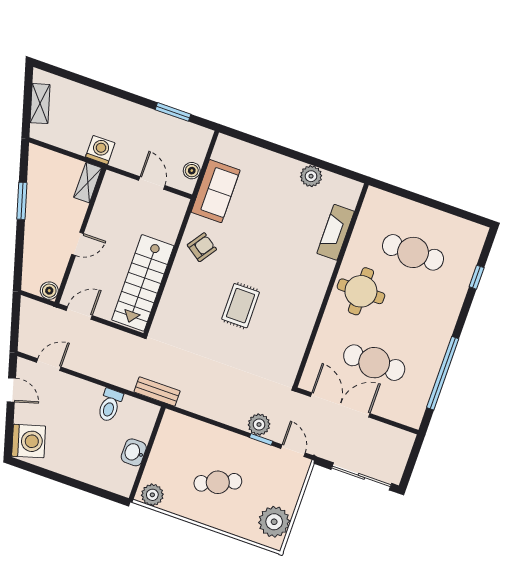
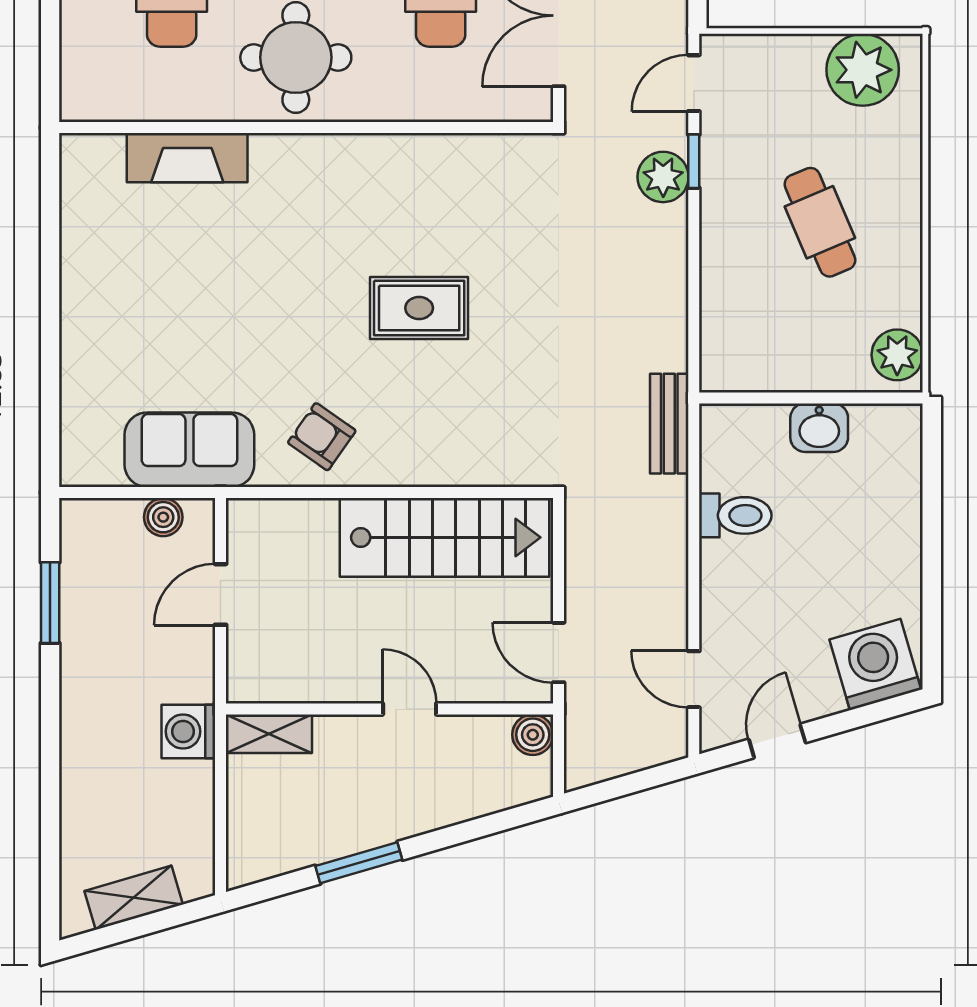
plant: (311, 176) -> (84, 254), removed

